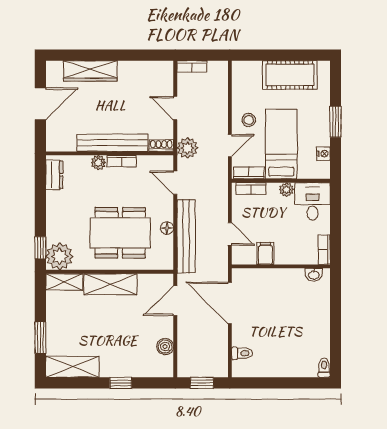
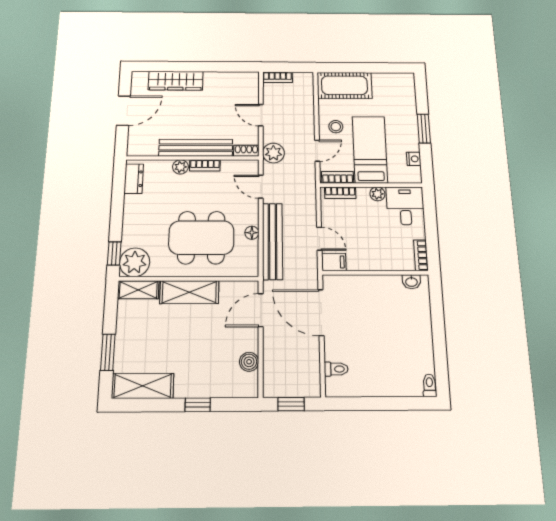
cot: (290, 75) -> (344, 85), moved
filing cabinet: (265, 253) -> (334, 262), moved, turned 90

